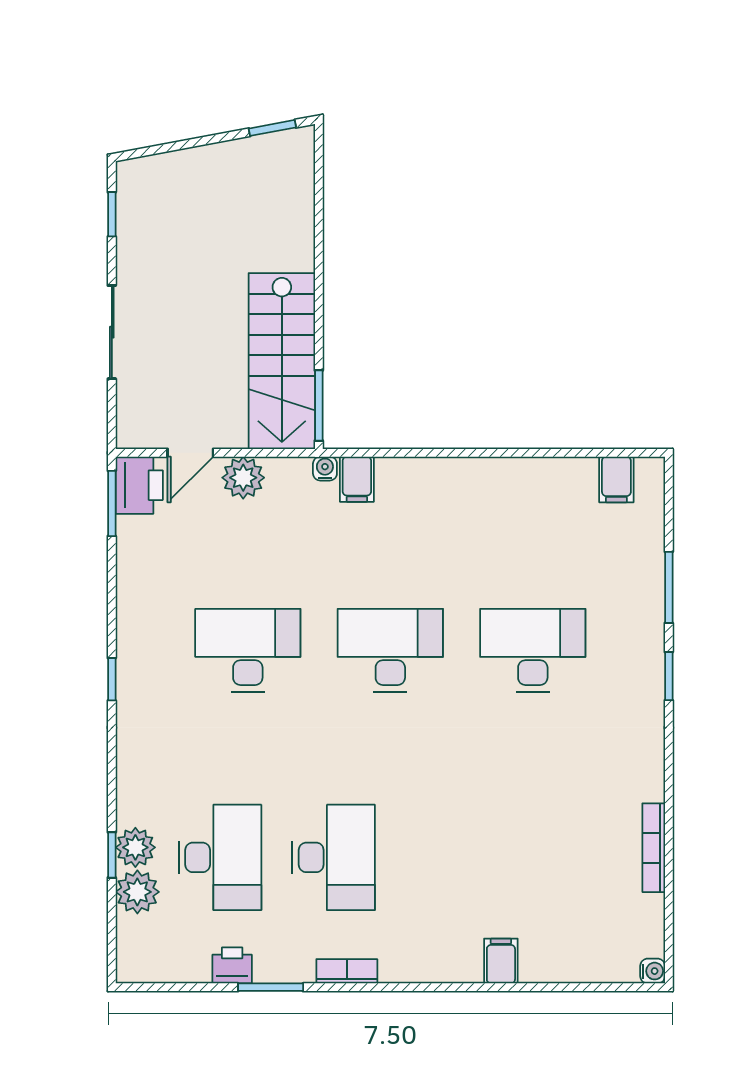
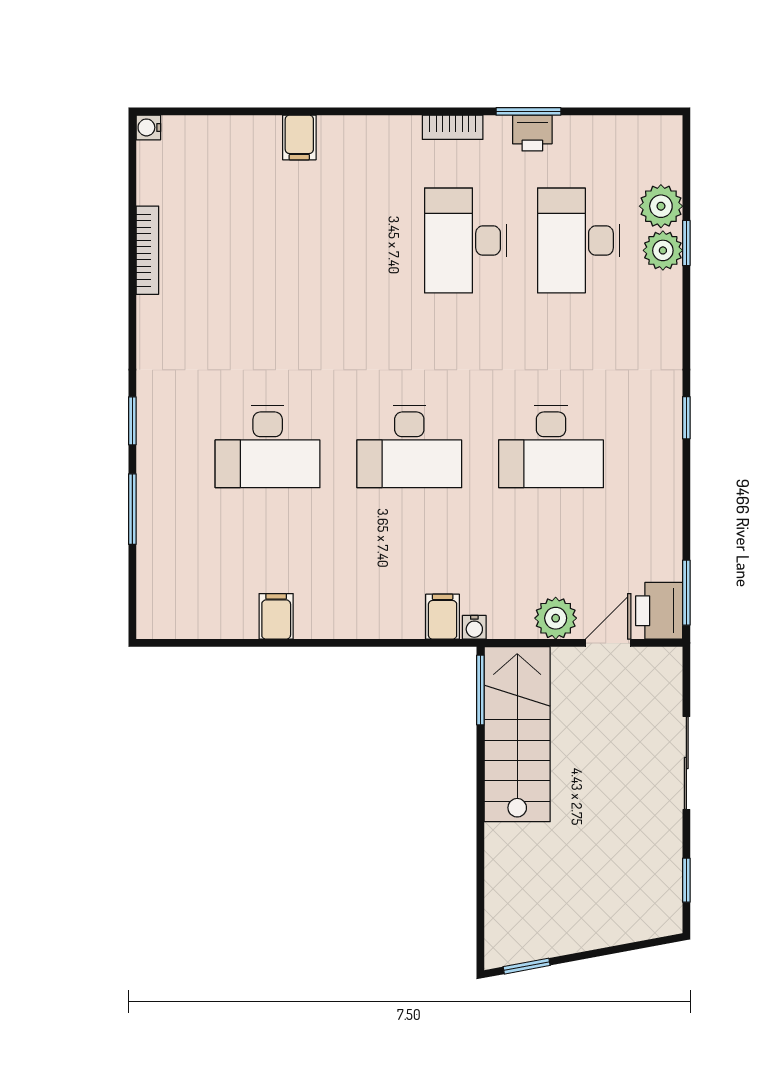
filing cabinet: (616, 480) -> (276, 616), moved
printer: (232, 965) -> (532, 133), moved

